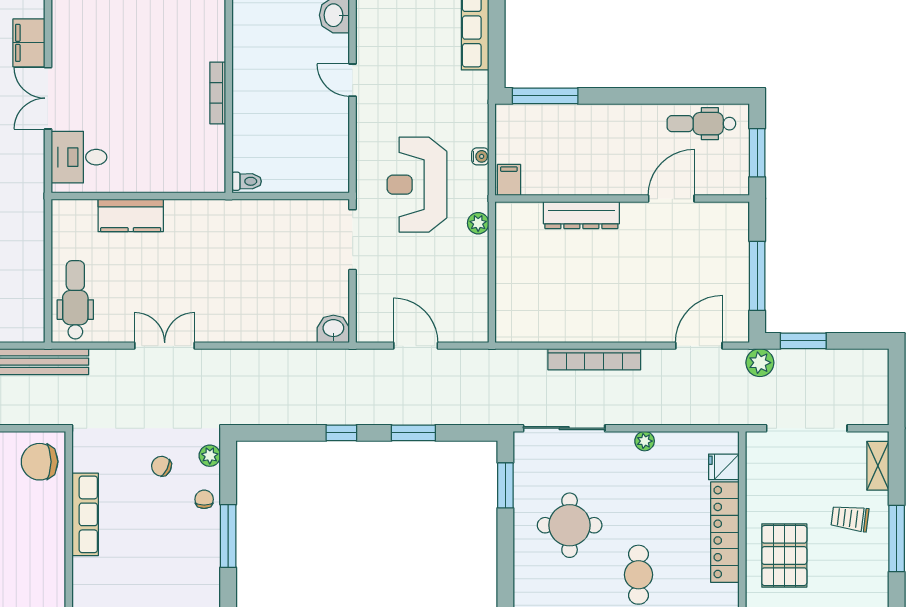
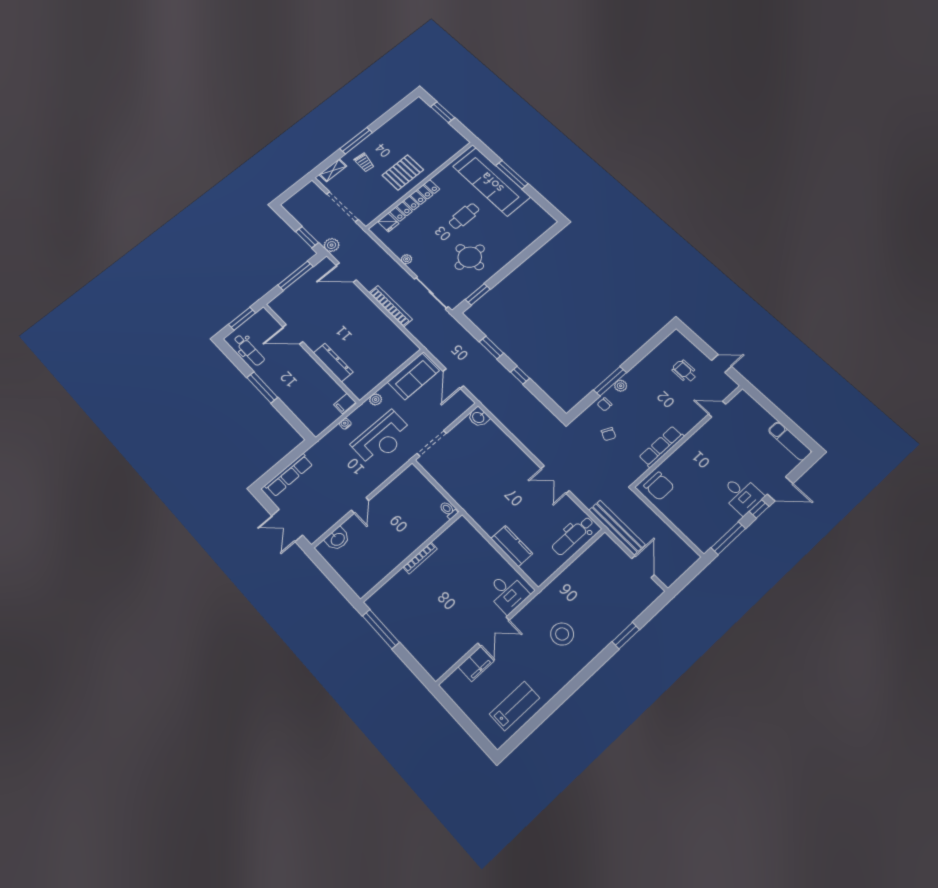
window: (545, 96) -> (262, 387), moved
sofa: (466, 299) -> (413, 376), added
plant: (210, 456) -> (621, 386), moved

